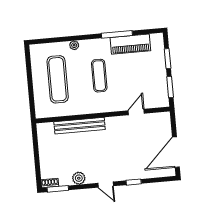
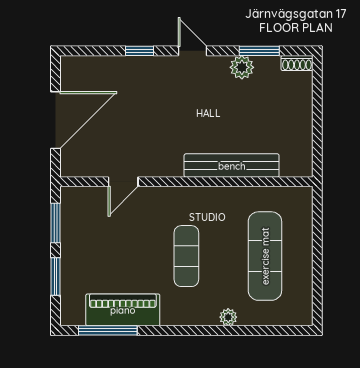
window: (117, 34) -> (108, 330), moved
door: (176, 152) -> (56, 120), moved
window: (58, 189) -> (259, 51), moved

